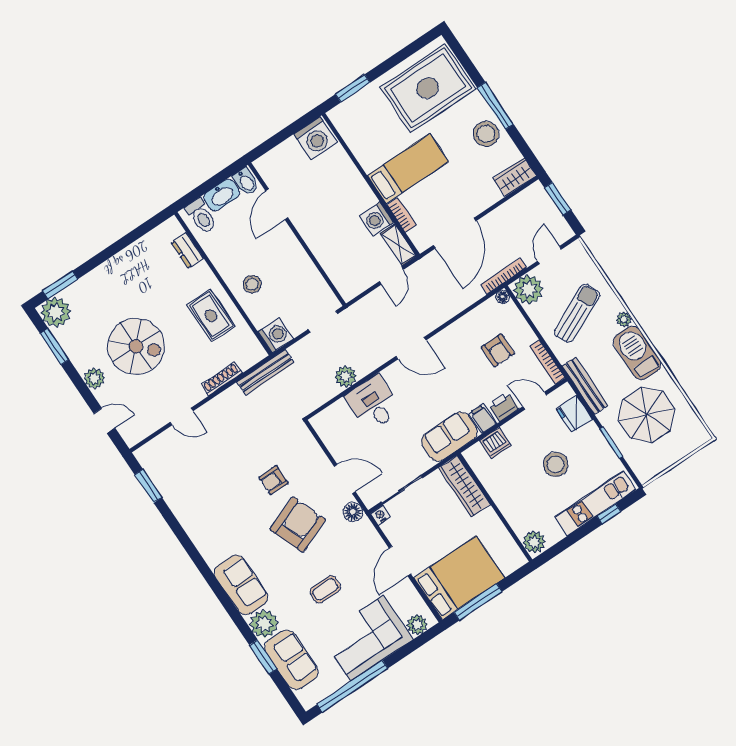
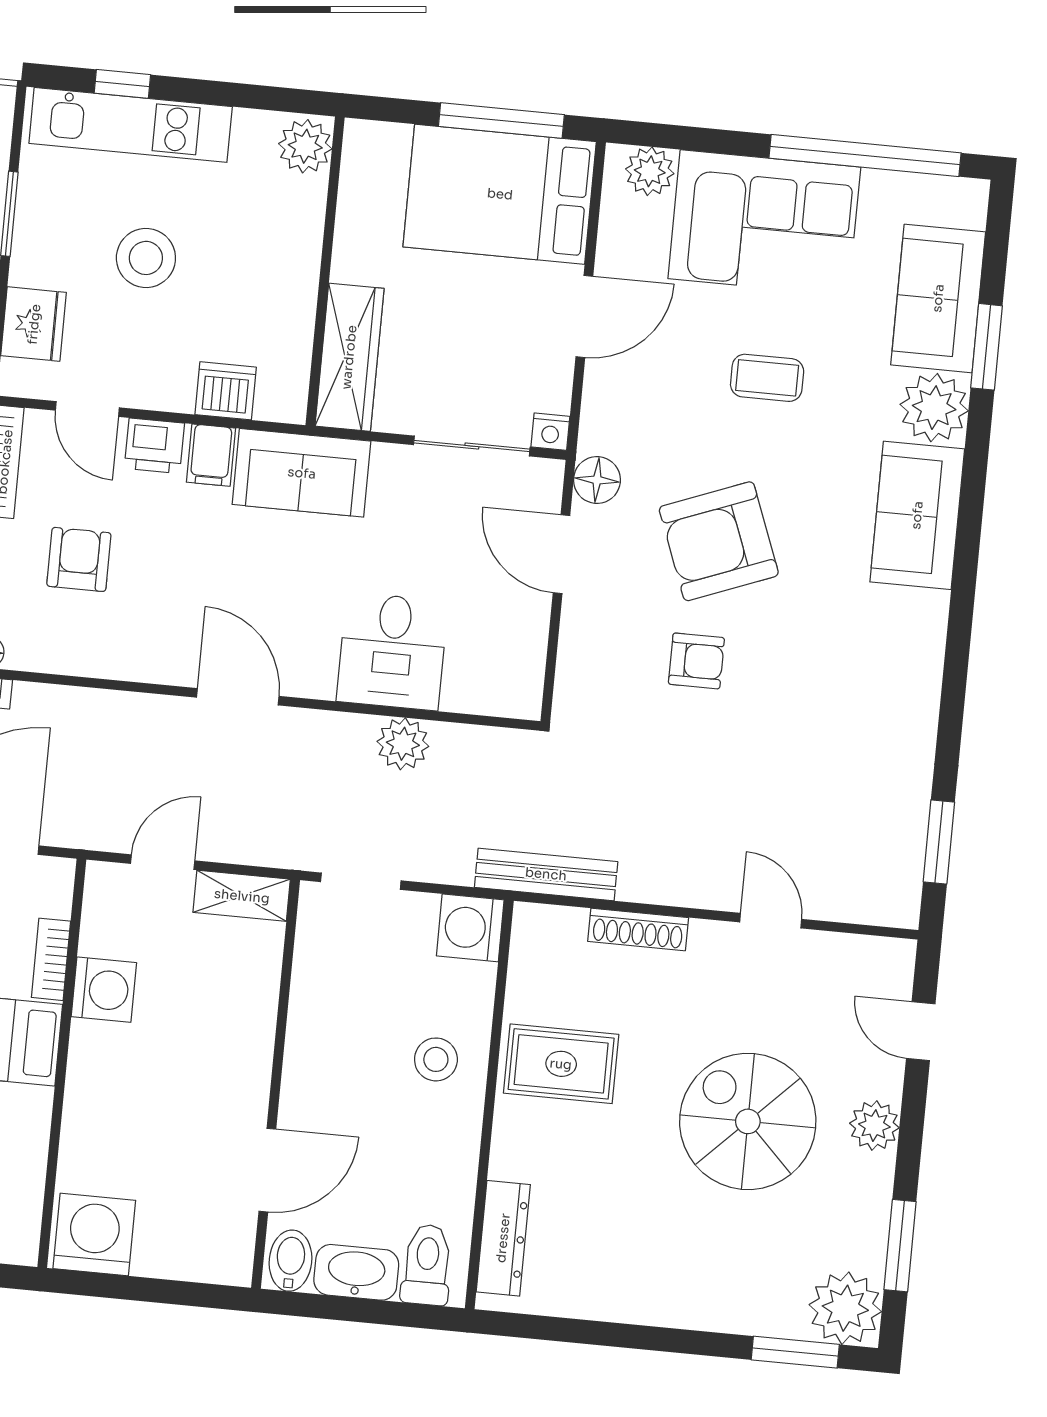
shelving: (398, 245) -> (242, 896), moved, turned 90
dresser: (187, 251) -> (503, 1238), width x1.44
rug: (211, 316) -> (561, 1064), turned 90

